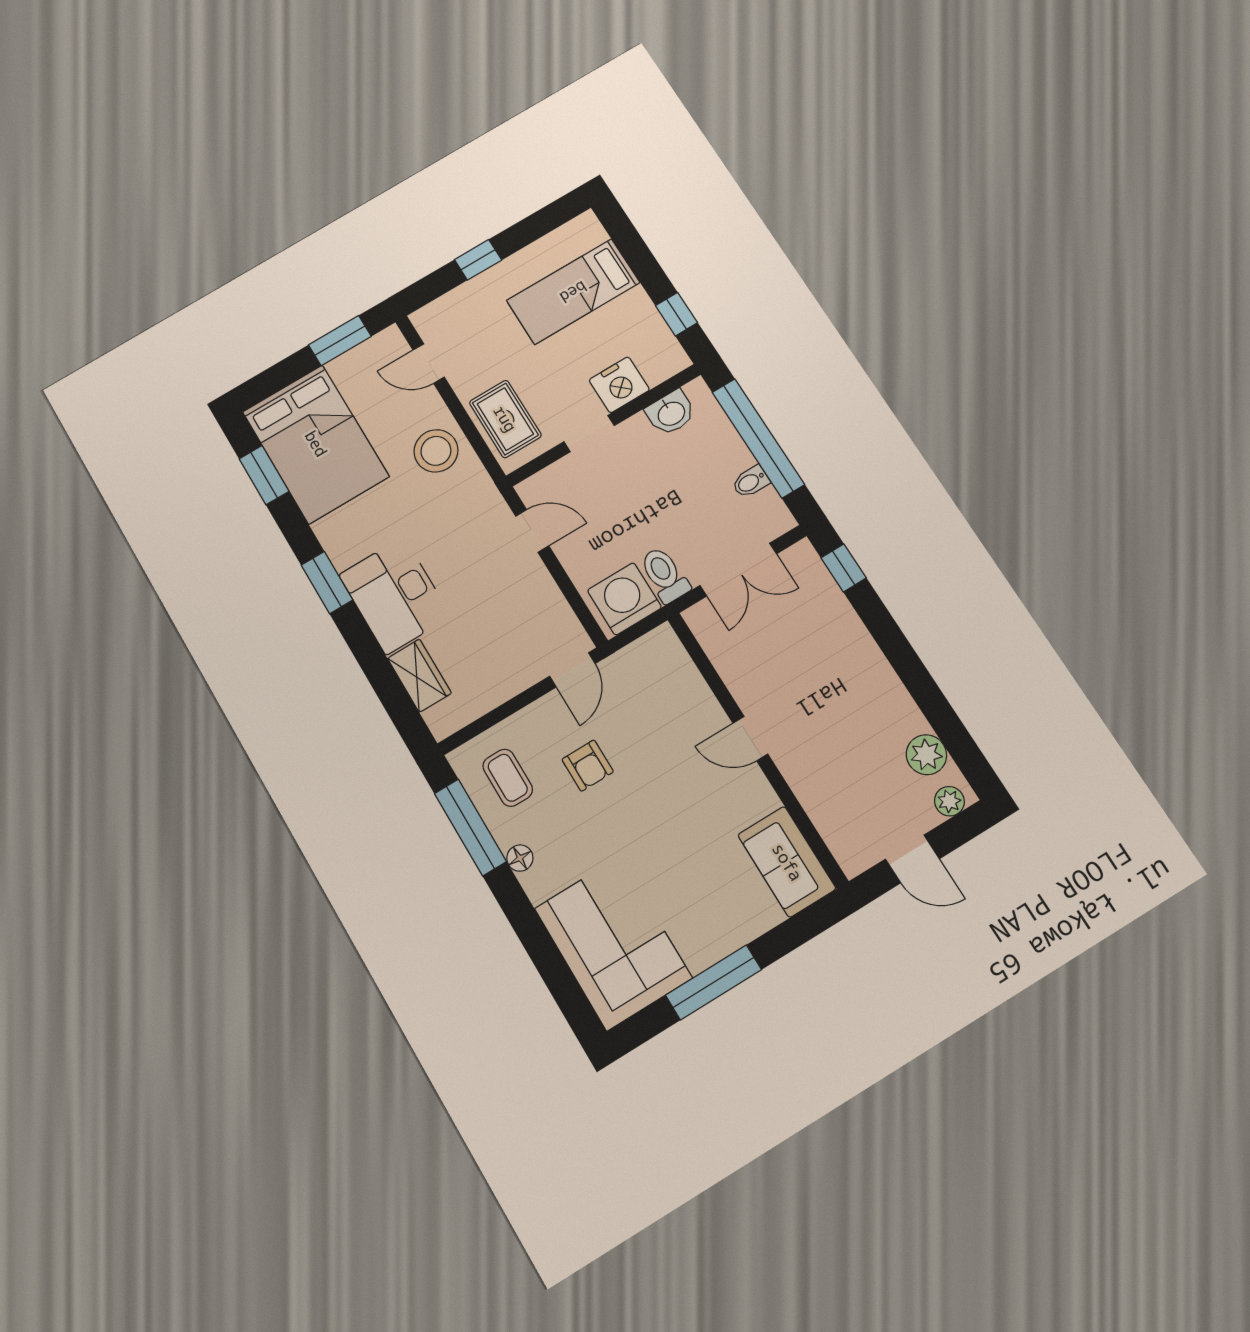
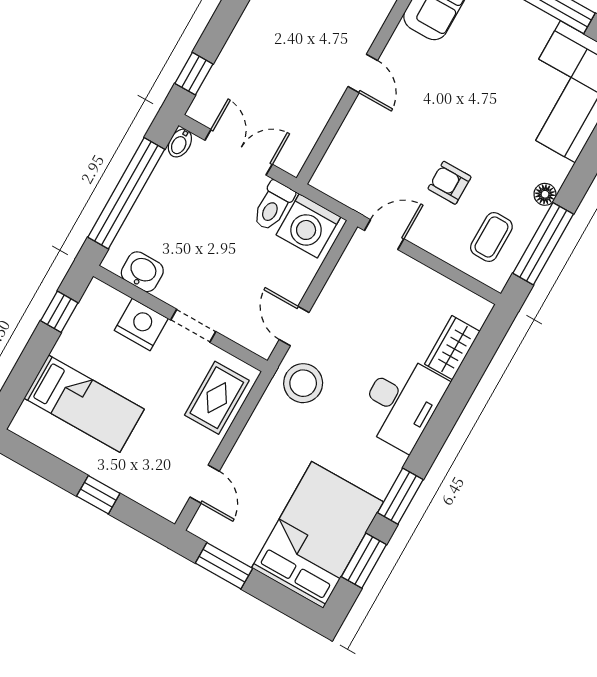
stool: (436, 451) -> (303, 383), moved
bidet: (751, 482) -> (180, 143), moved, turned 90
window: (327, 583) -> (400, 496), moved
armchair: (588, 766) -> (449, 183), turned -90

